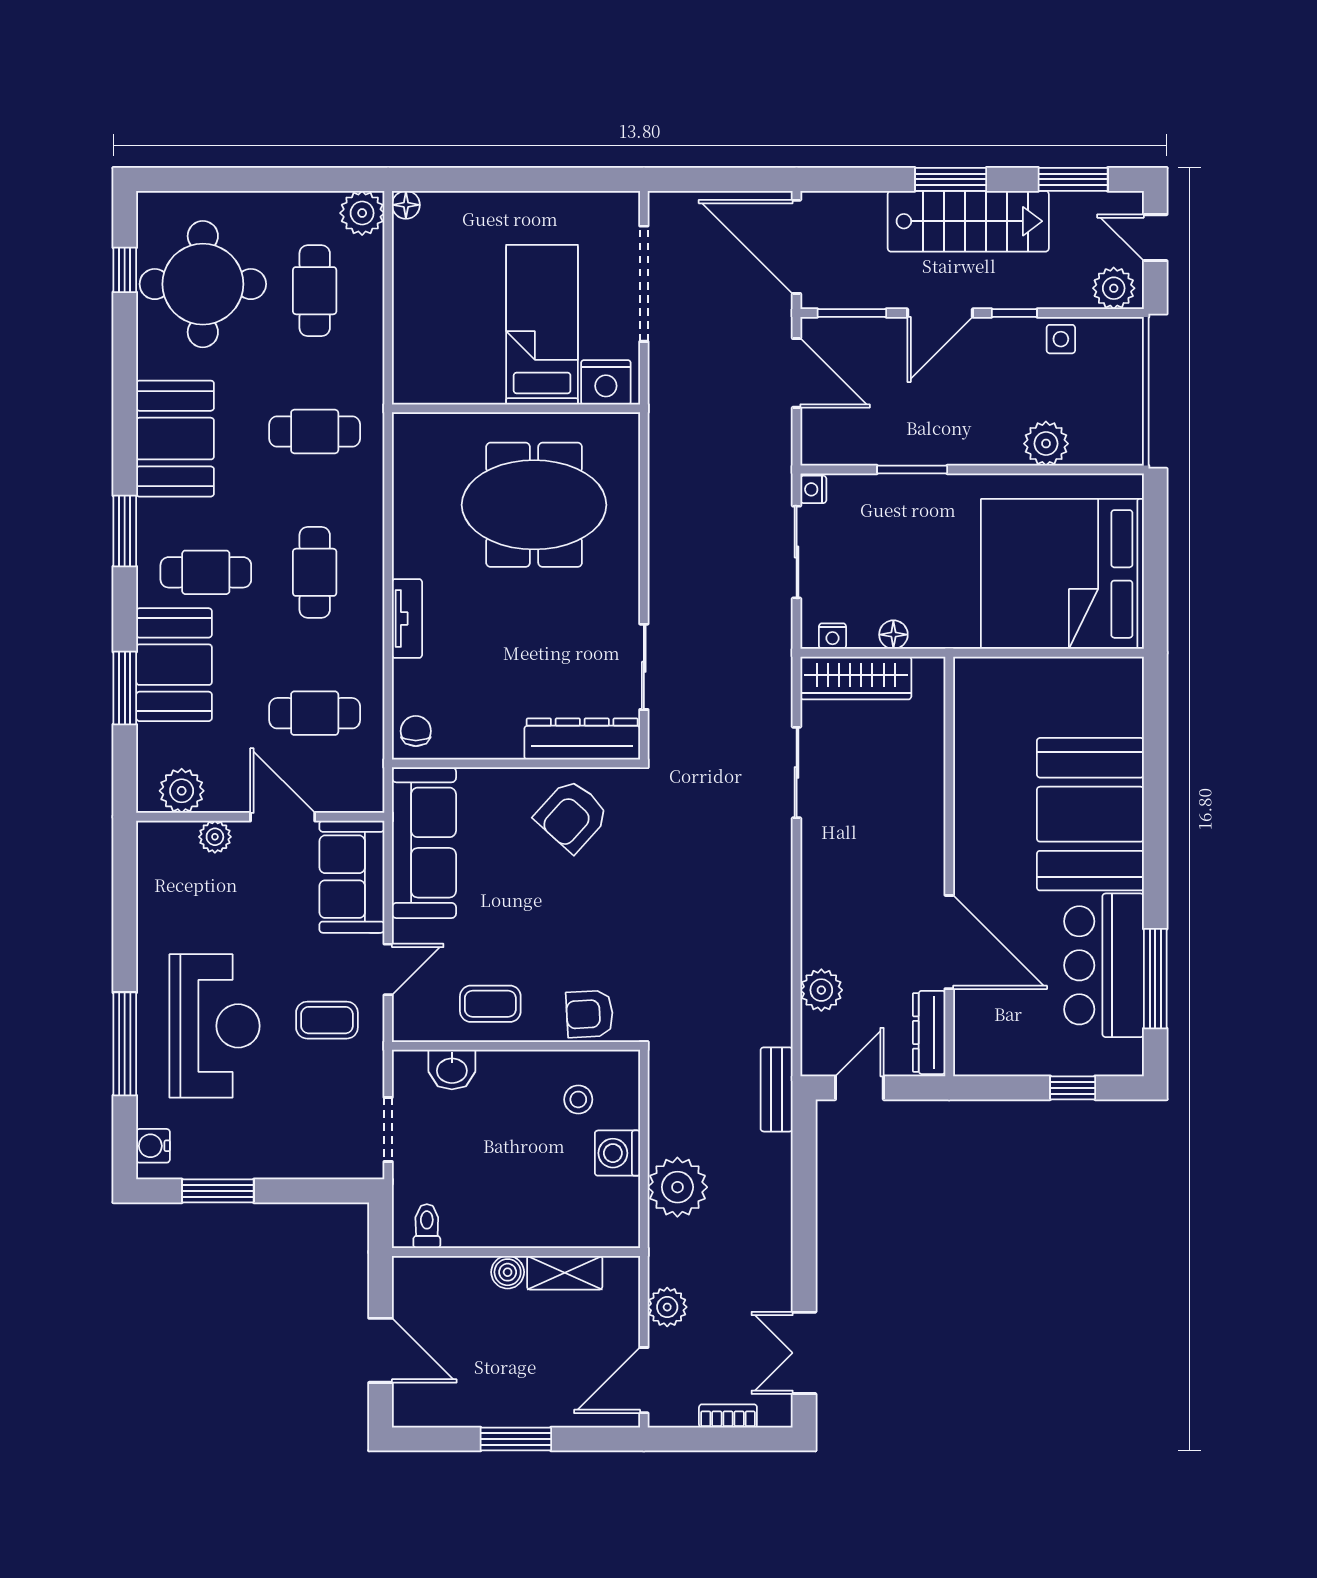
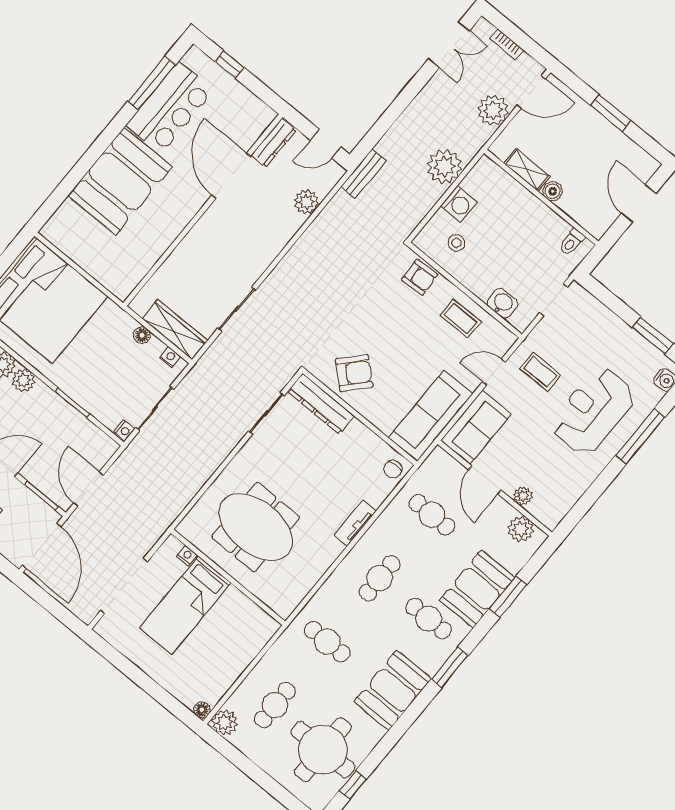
nightstand: (606, 382) -> (187, 556), width x0.53, depth x0.56
plant: (1001, 446) -> (23, 380), added
plant: (667, 1307) -> (493, 110), width x1.36, depth x1.36

